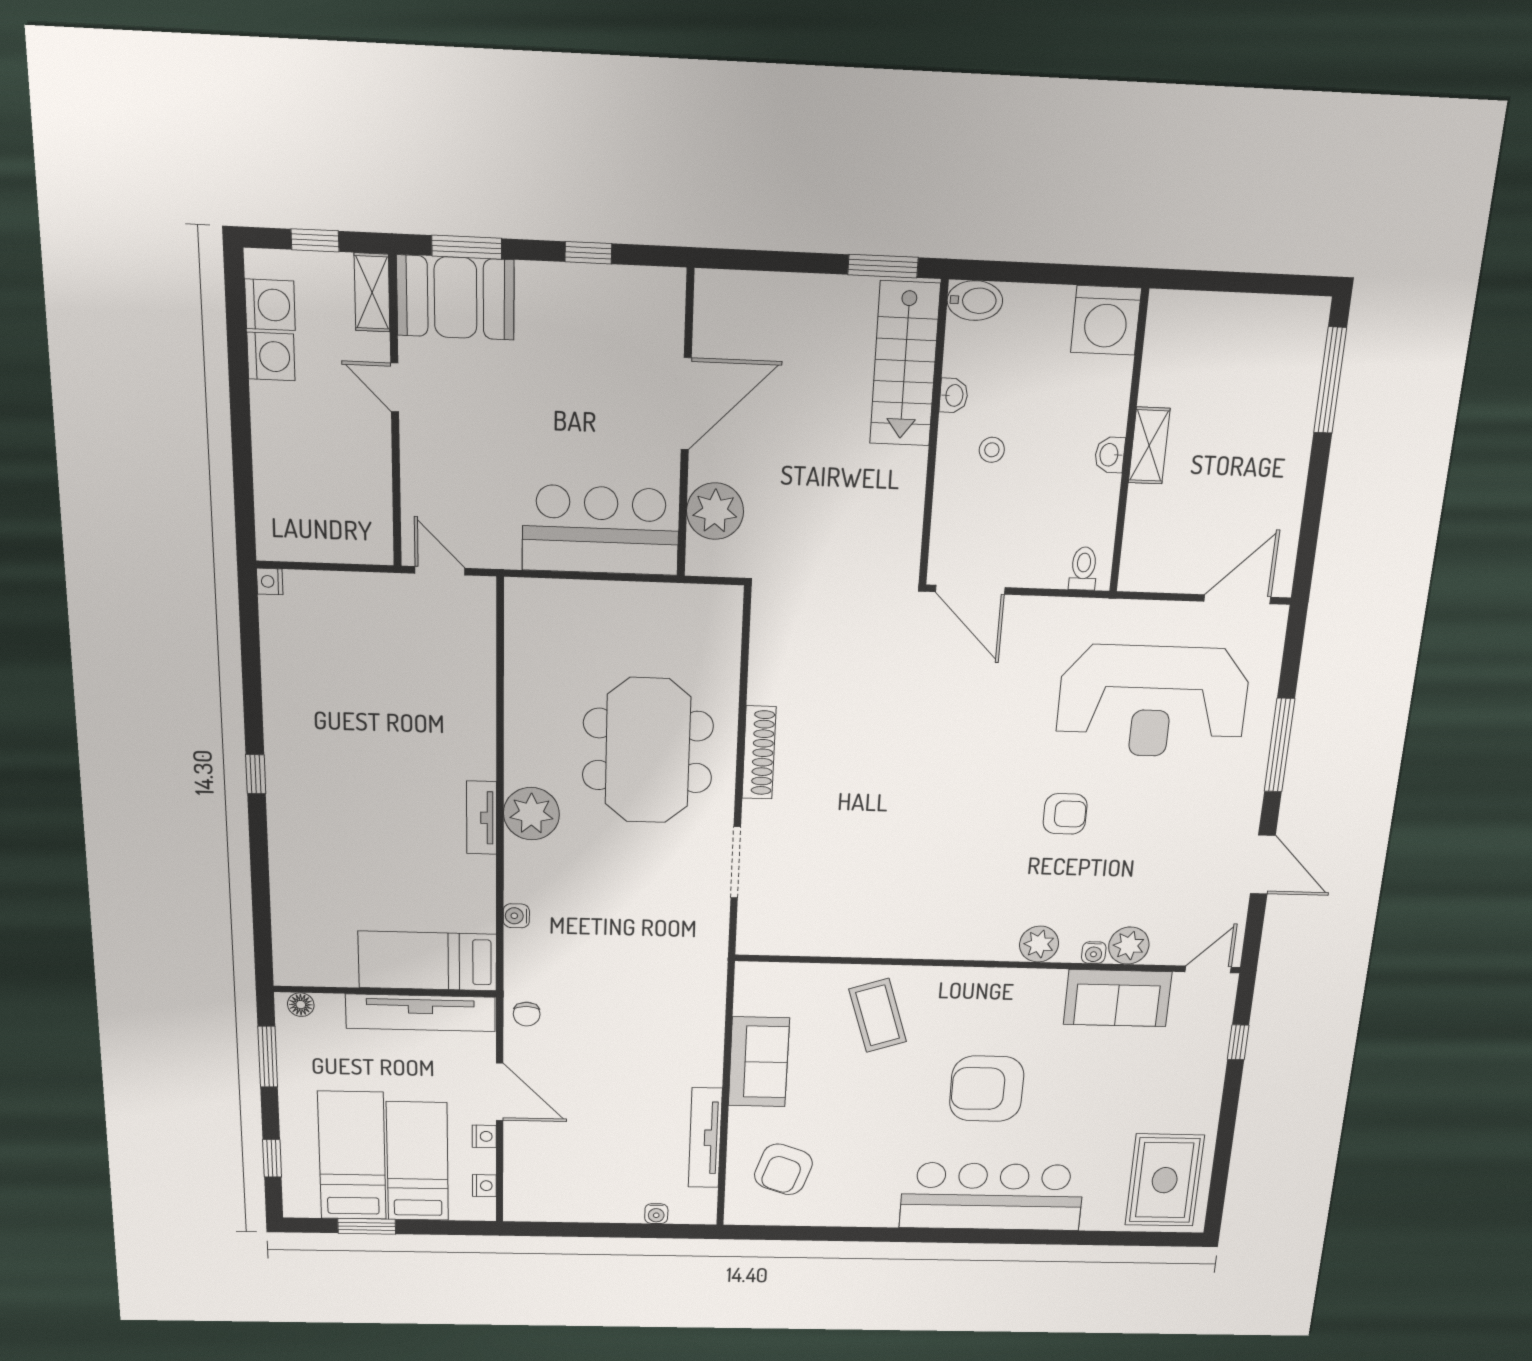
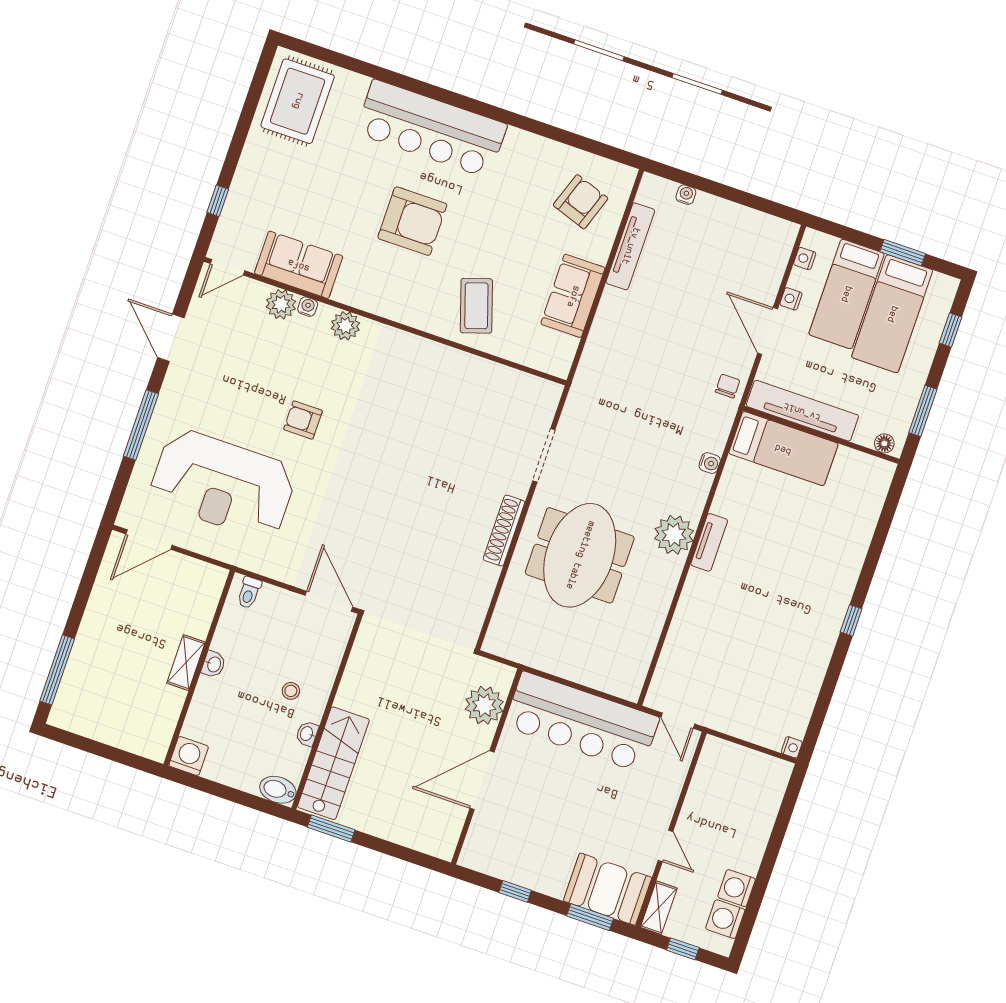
washing machine: (1106, 320) -> (189, 756), width x0.73, depth x0.73
bar counter: (601, 530) -> (582, 722), width x1.36
reception desk: (1153, 701) -> (223, 484), turned 180

